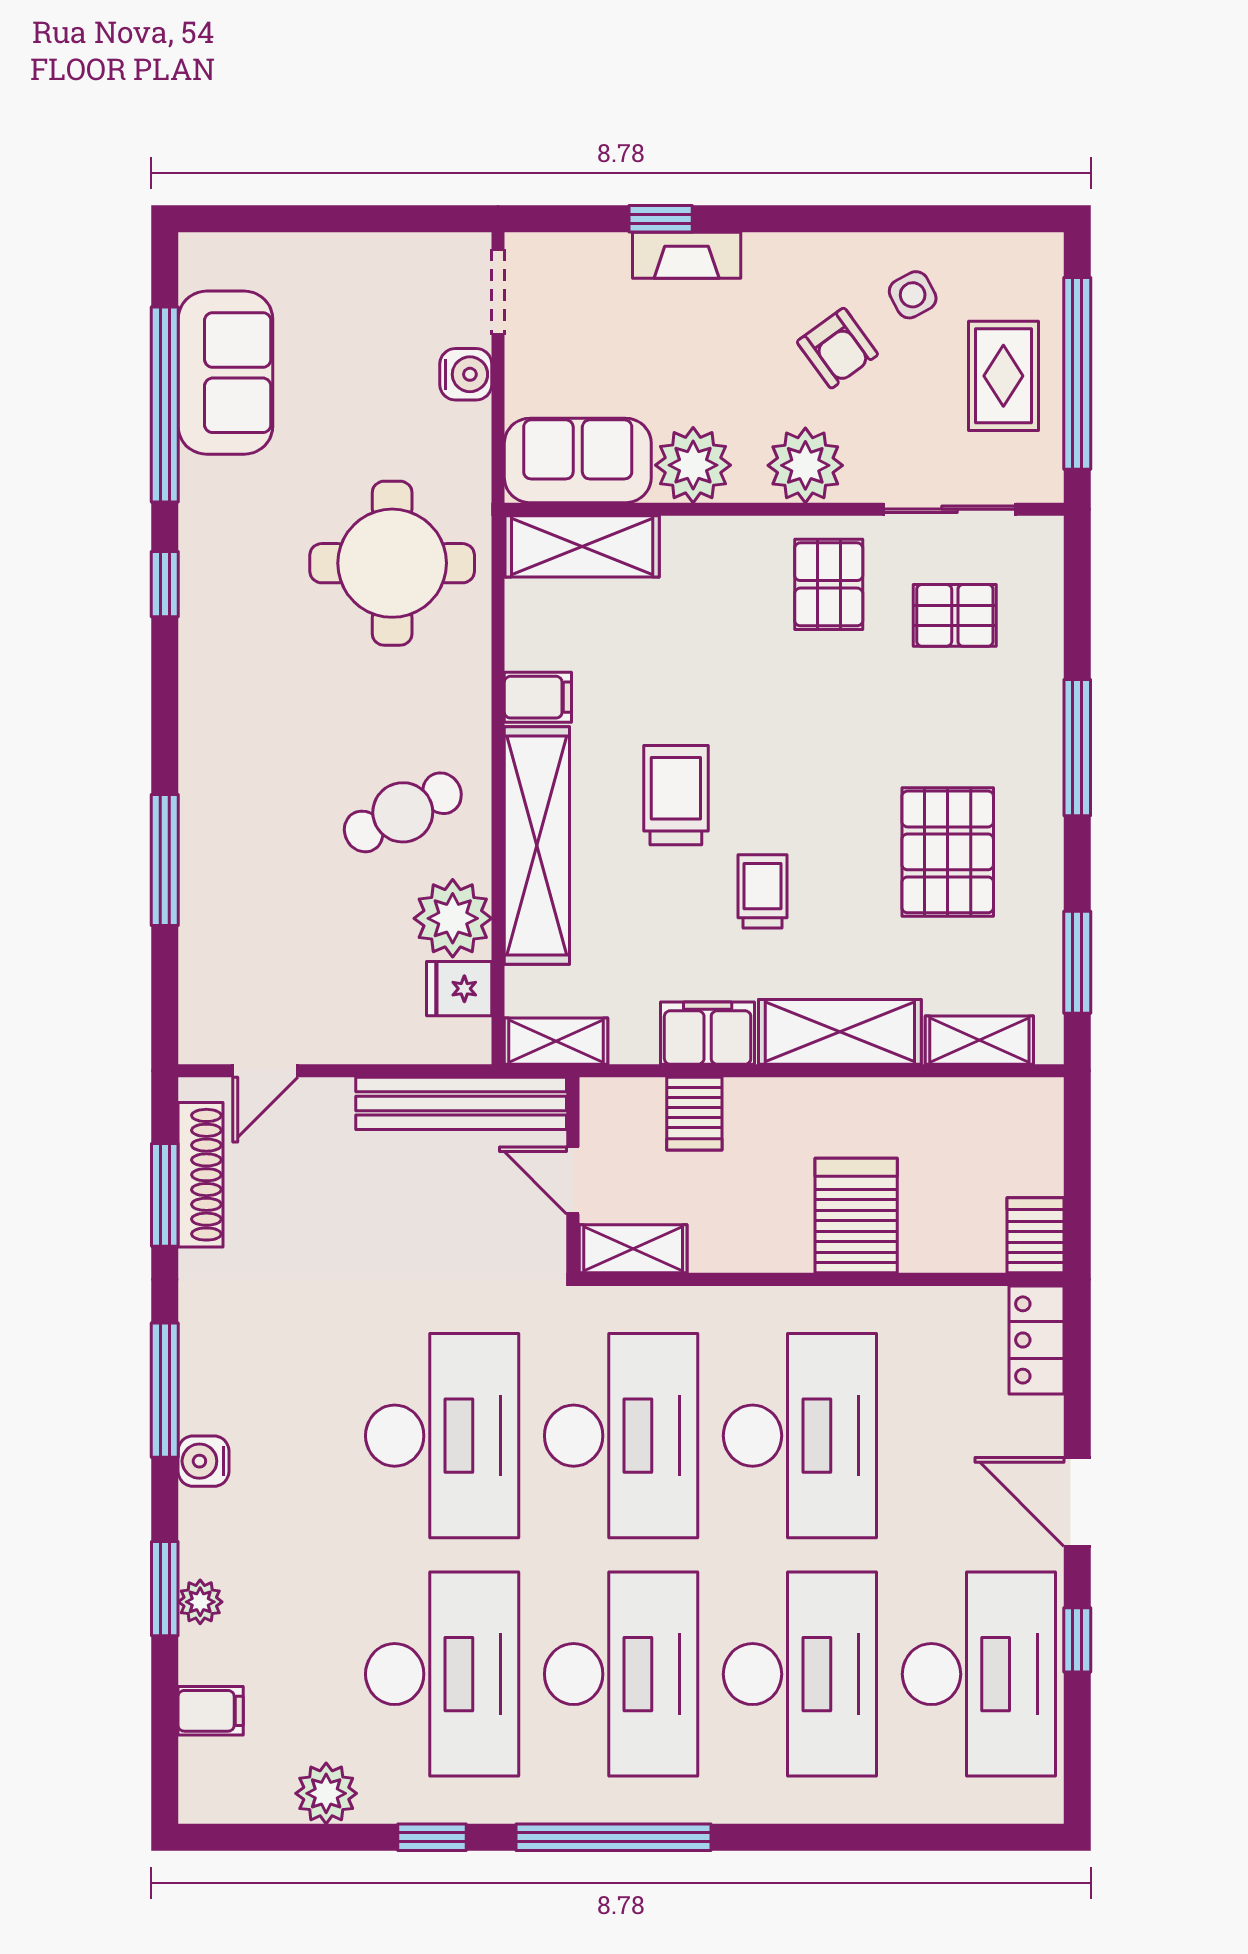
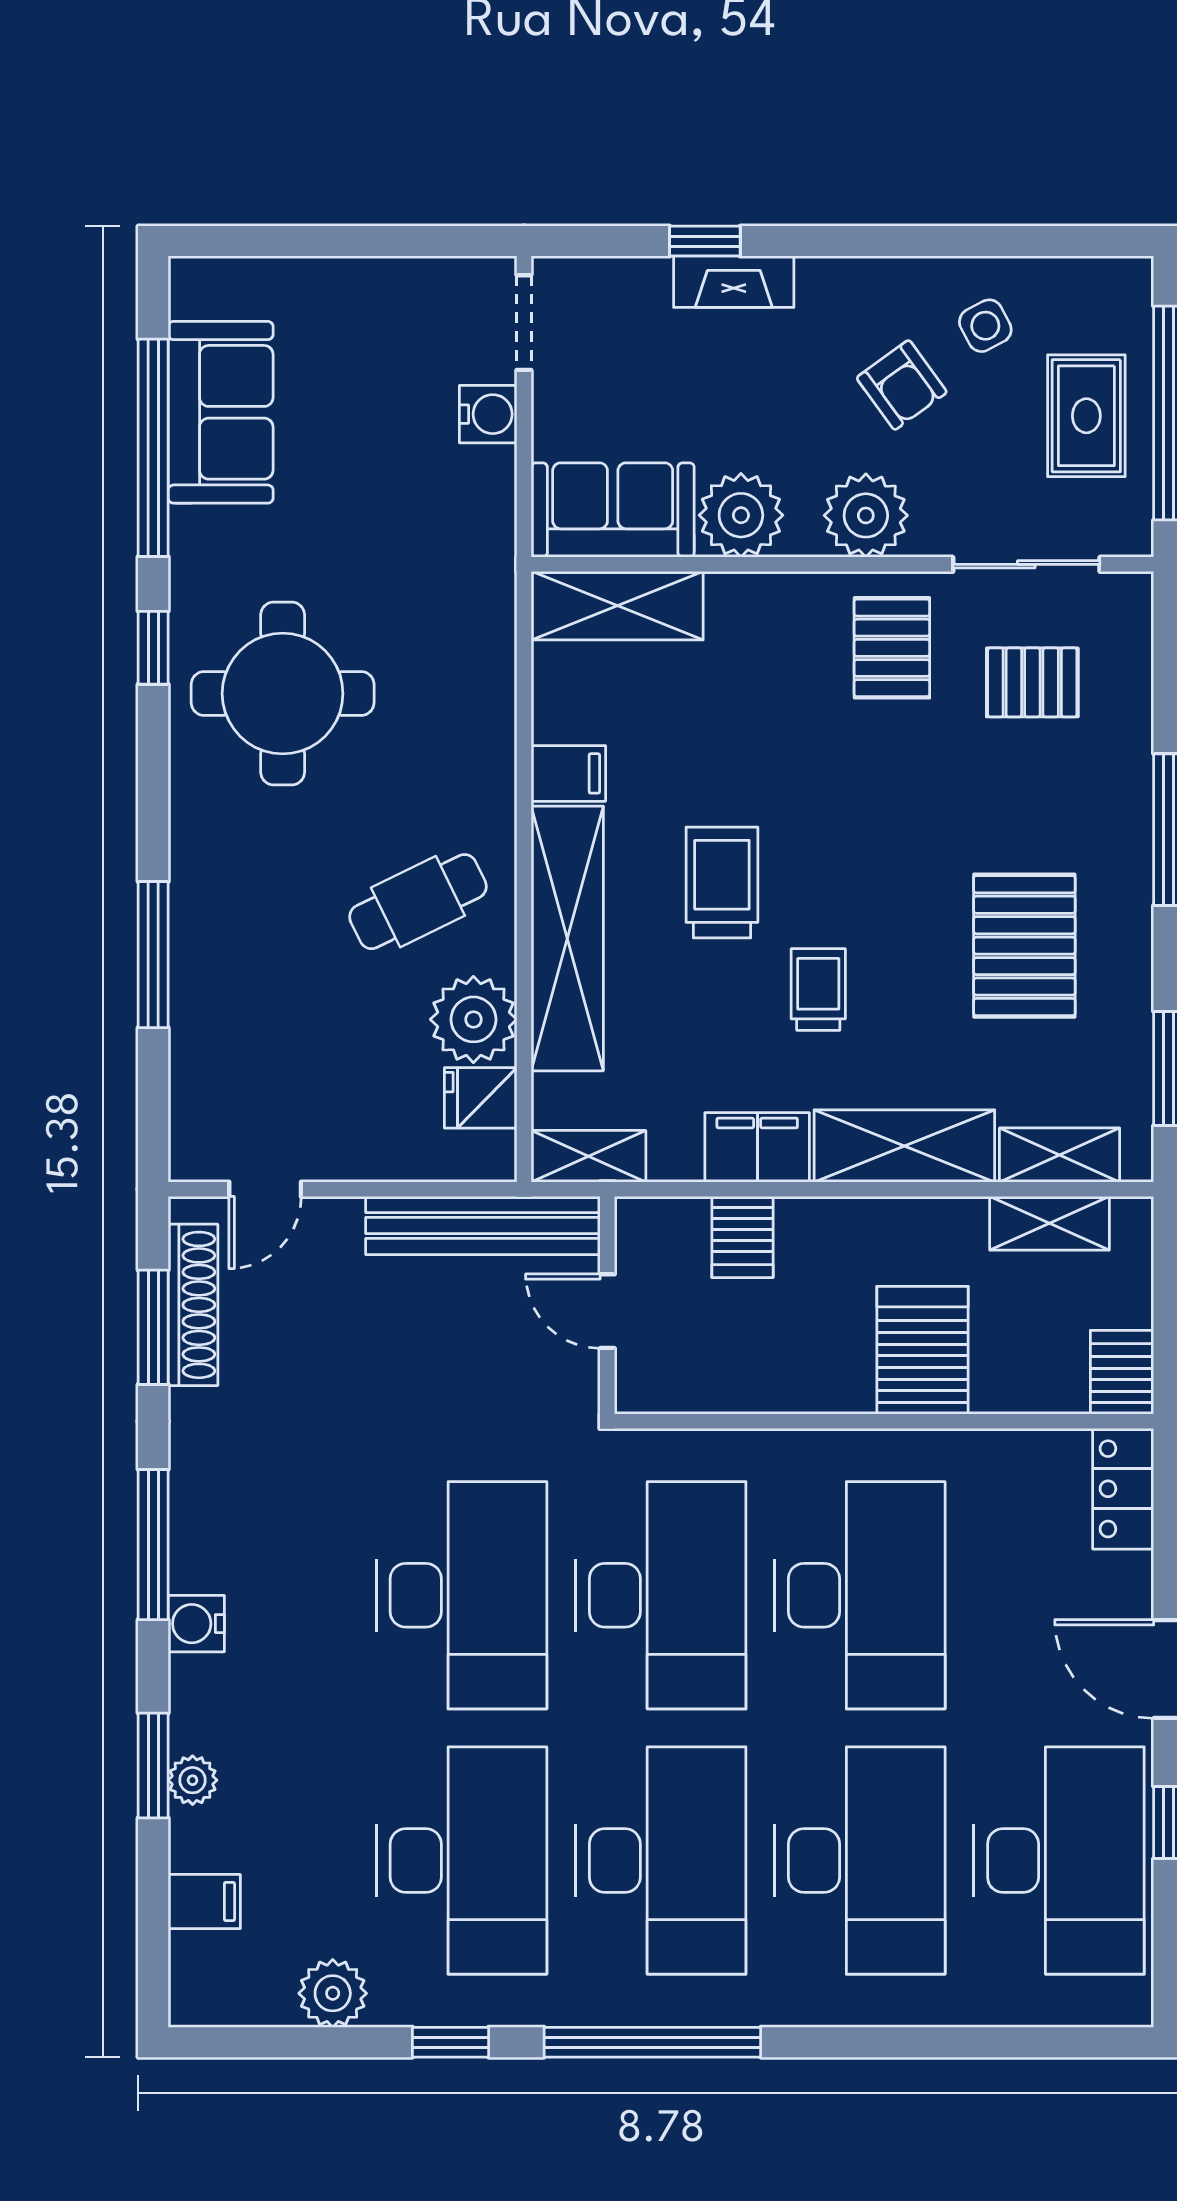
round table: (392, 563) -> (283, 694), moved
shelving: (633, 1249) -> (1050, 1223), moved

